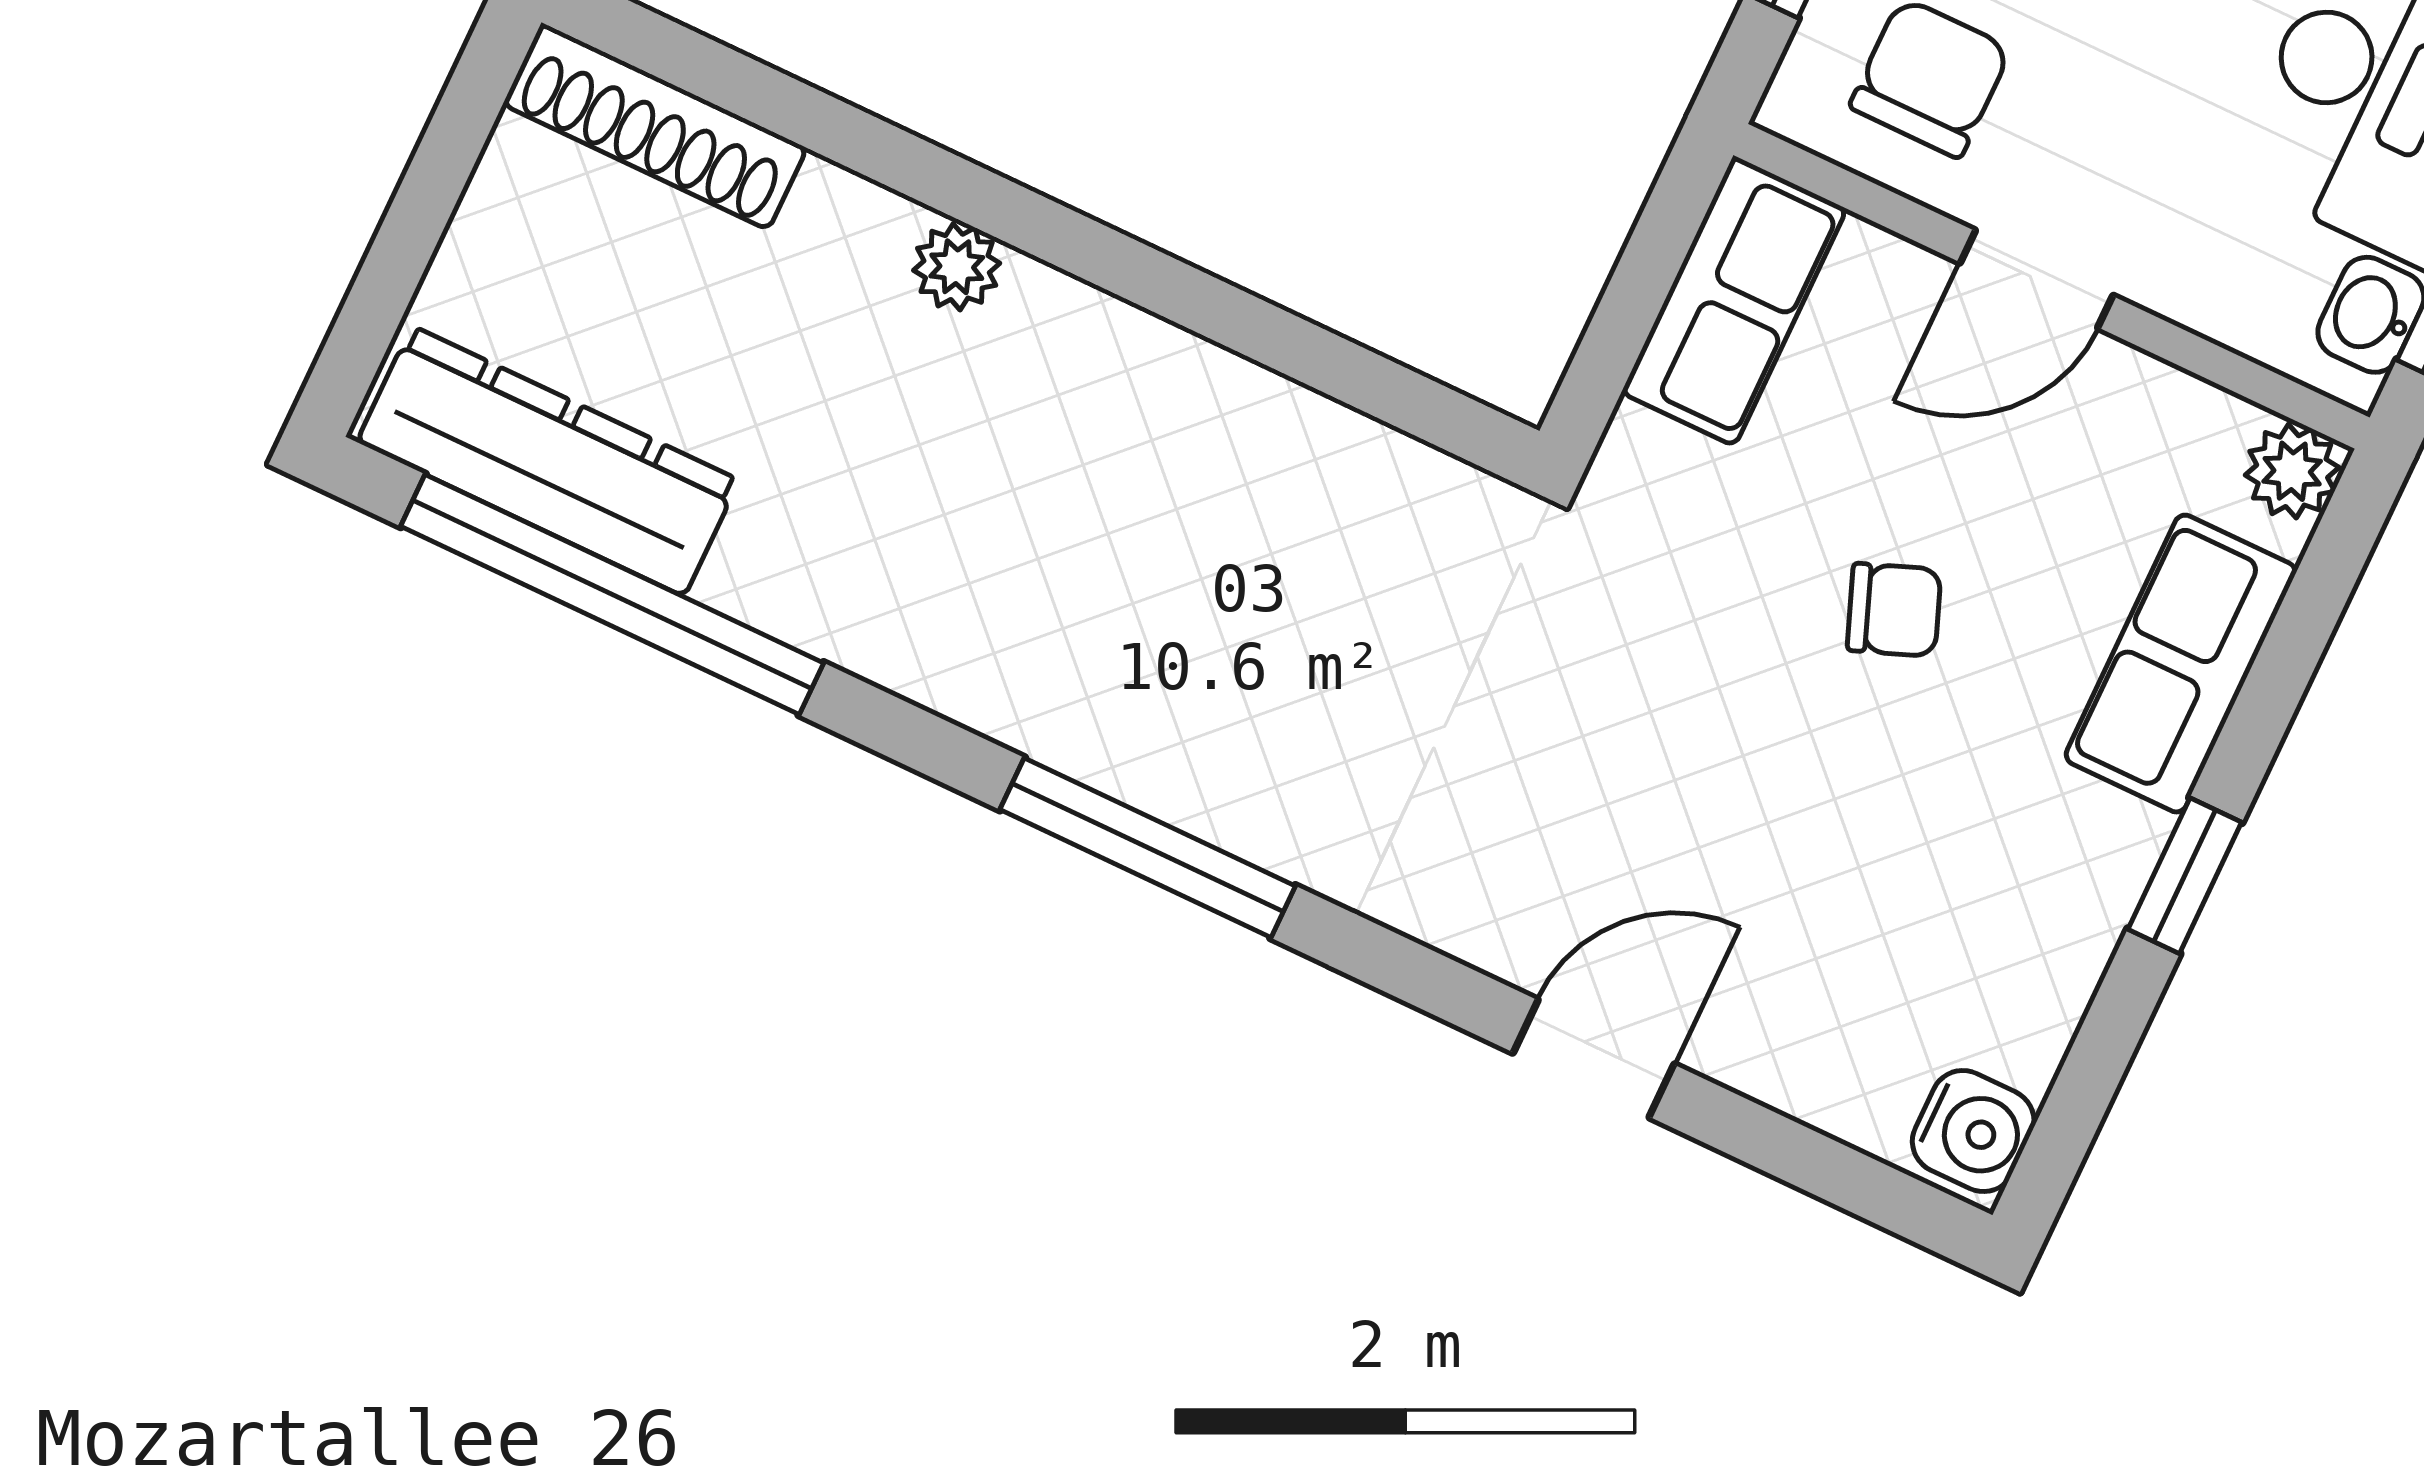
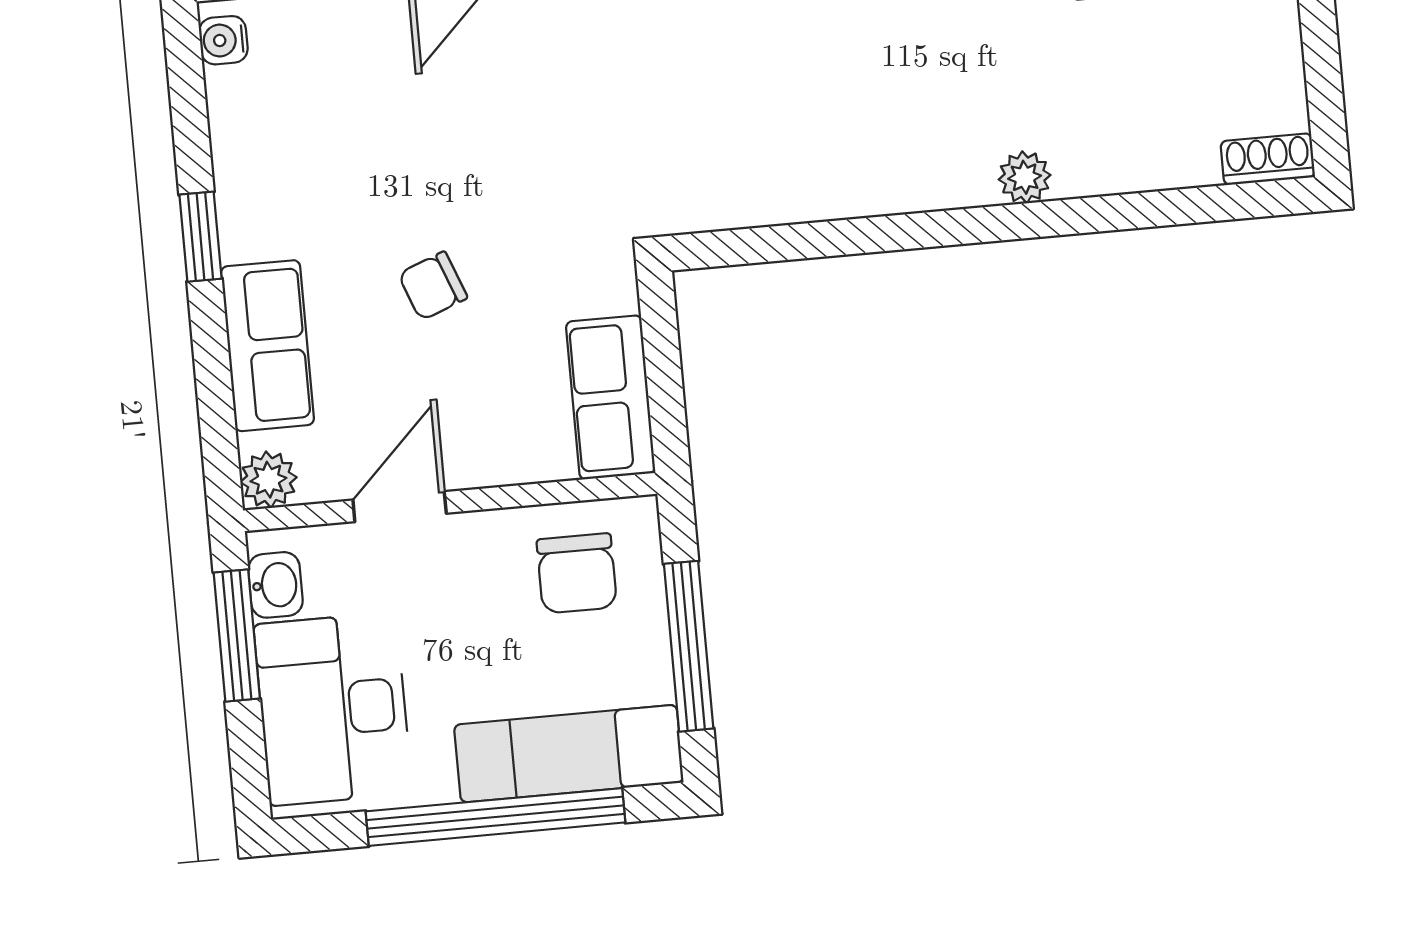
shoe rack: (655, 126) -> (1268, 159), width x0.51, depth x0.81
door: (2036, 279) -> (400, 507), moved
water cooler: (1973, 1131) -> (223, 40), width x0.72, depth x0.72

